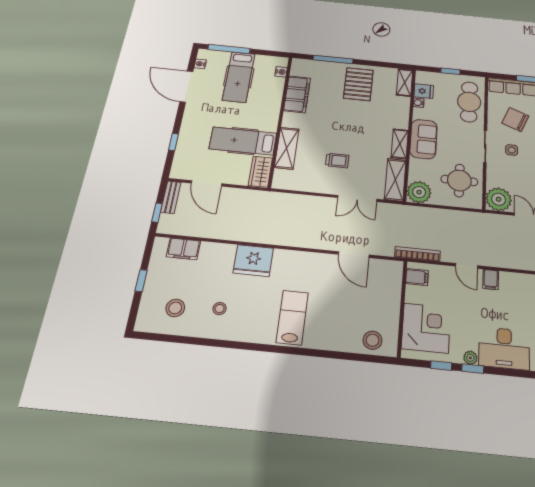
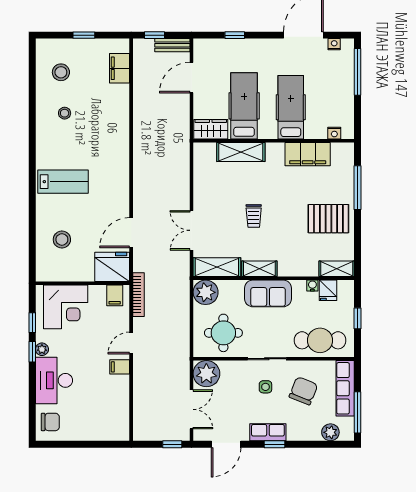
hospital bed: (239, 77) -> (291, 107), moved, turned 90
trolley: (337, 161) -> (254, 216), moved
fridge: (253, 261) -> (112, 267), moved, turned 90
stool: (372, 340) -> (62, 239), moved

